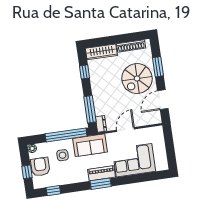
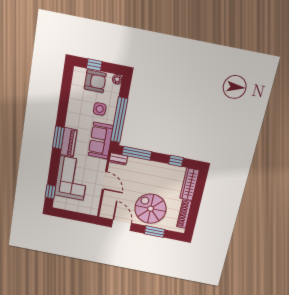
window: (53, 191) -> (50, 192), moved

